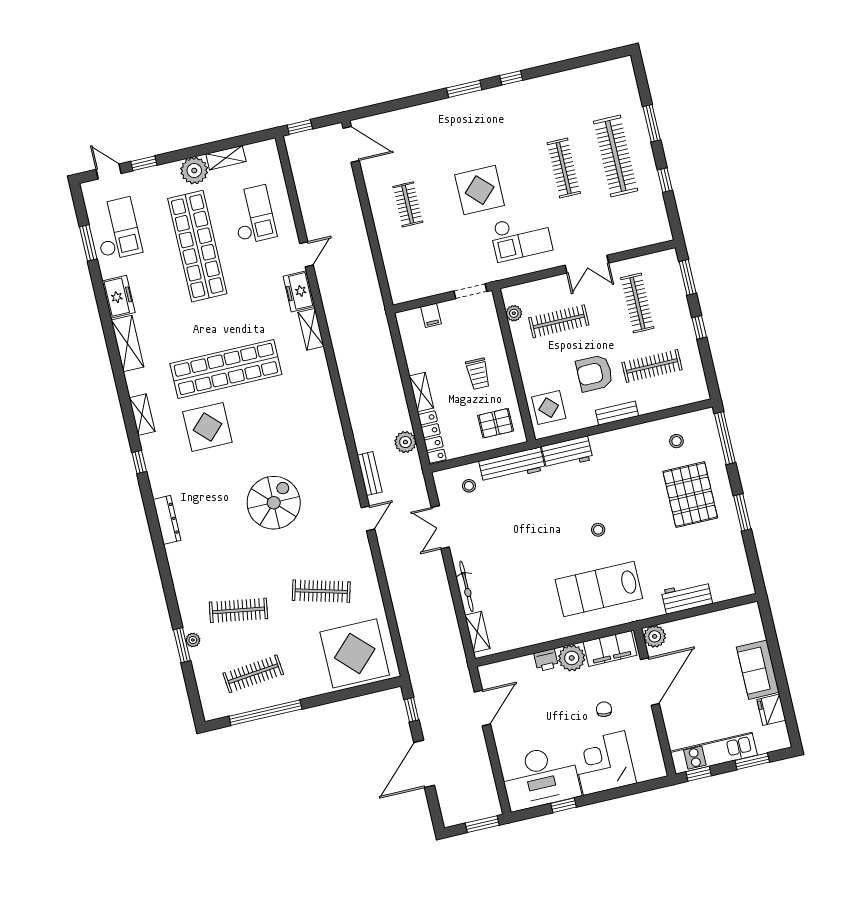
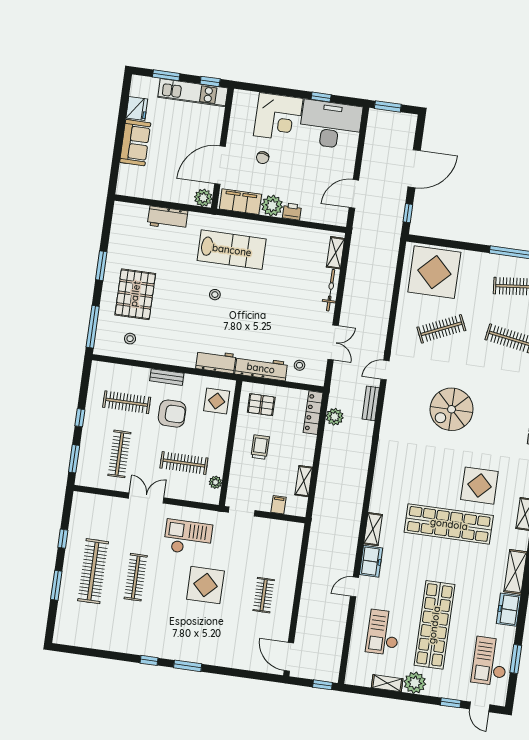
shelving: (421, 392) -> (304, 481), moved
clothes rail: (321, 591) -> (441, 329), turned -39

